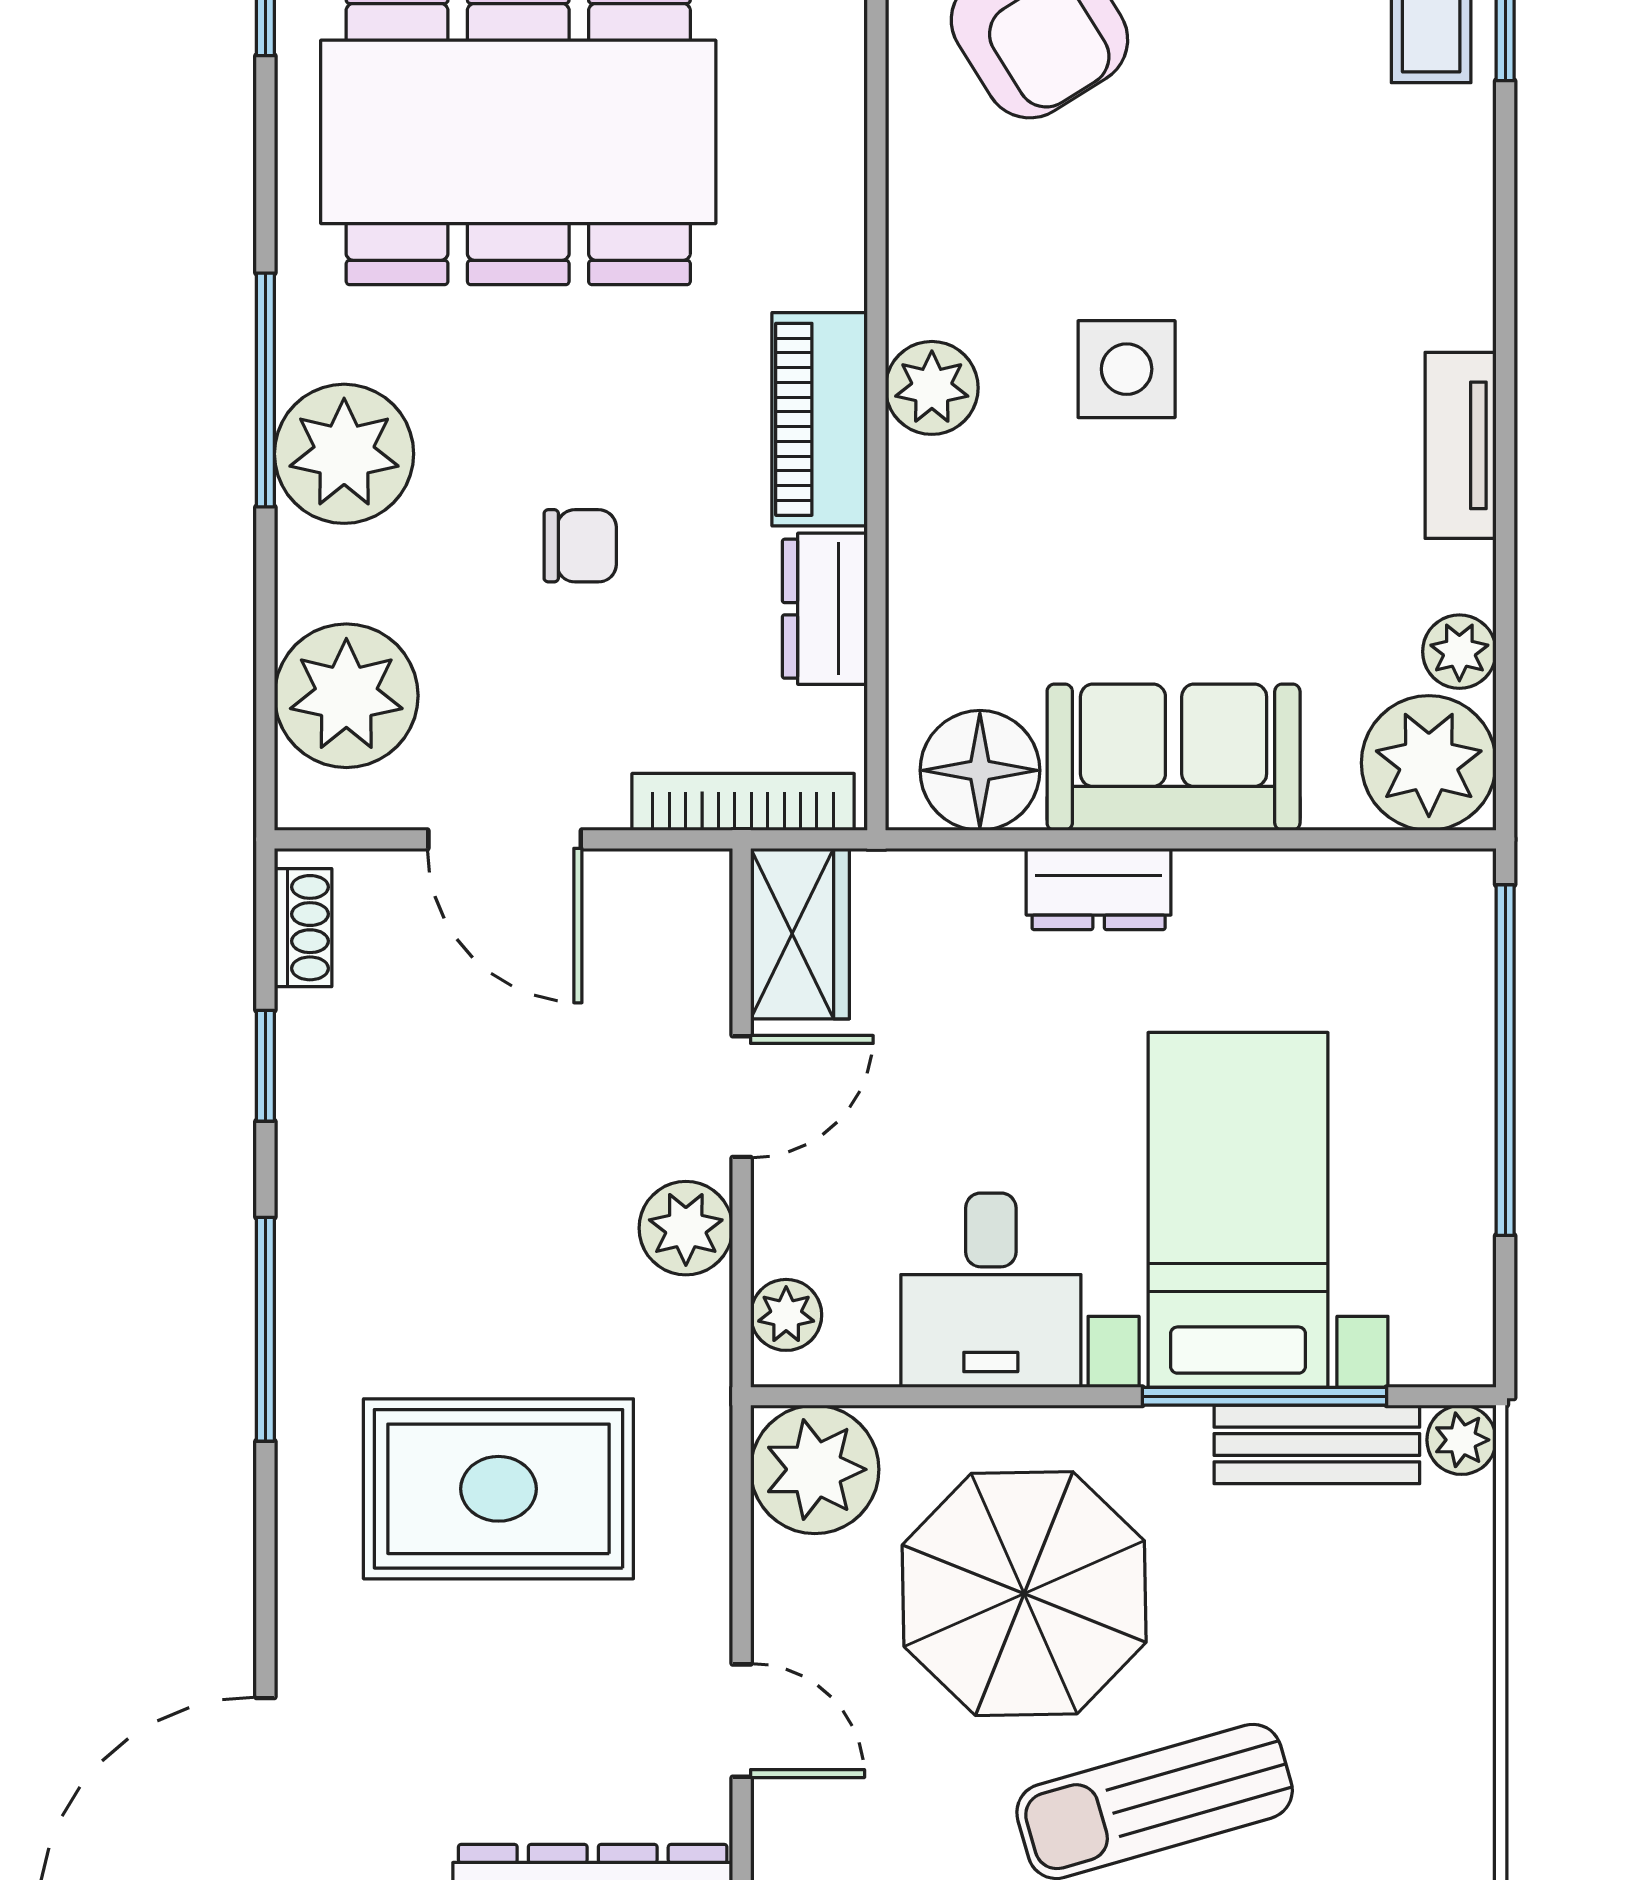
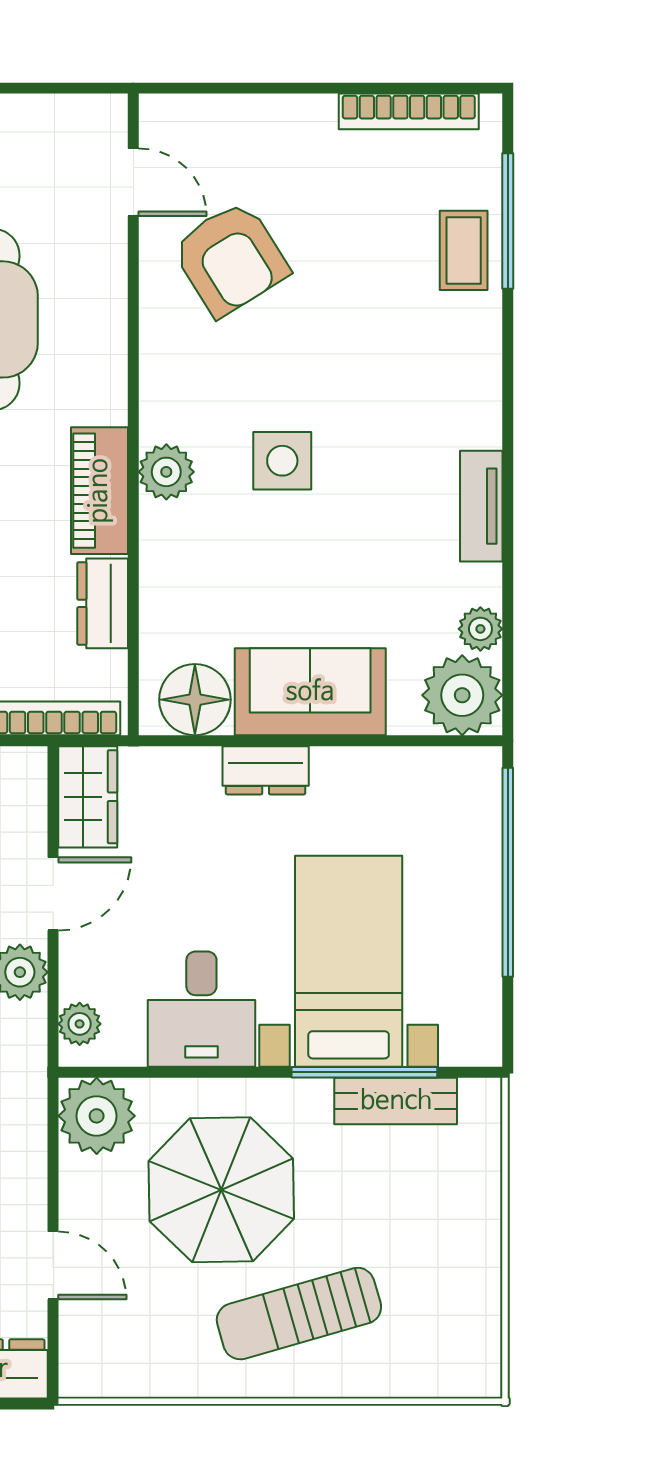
plant: (1461, 1440) -> (482, 1098), removed

